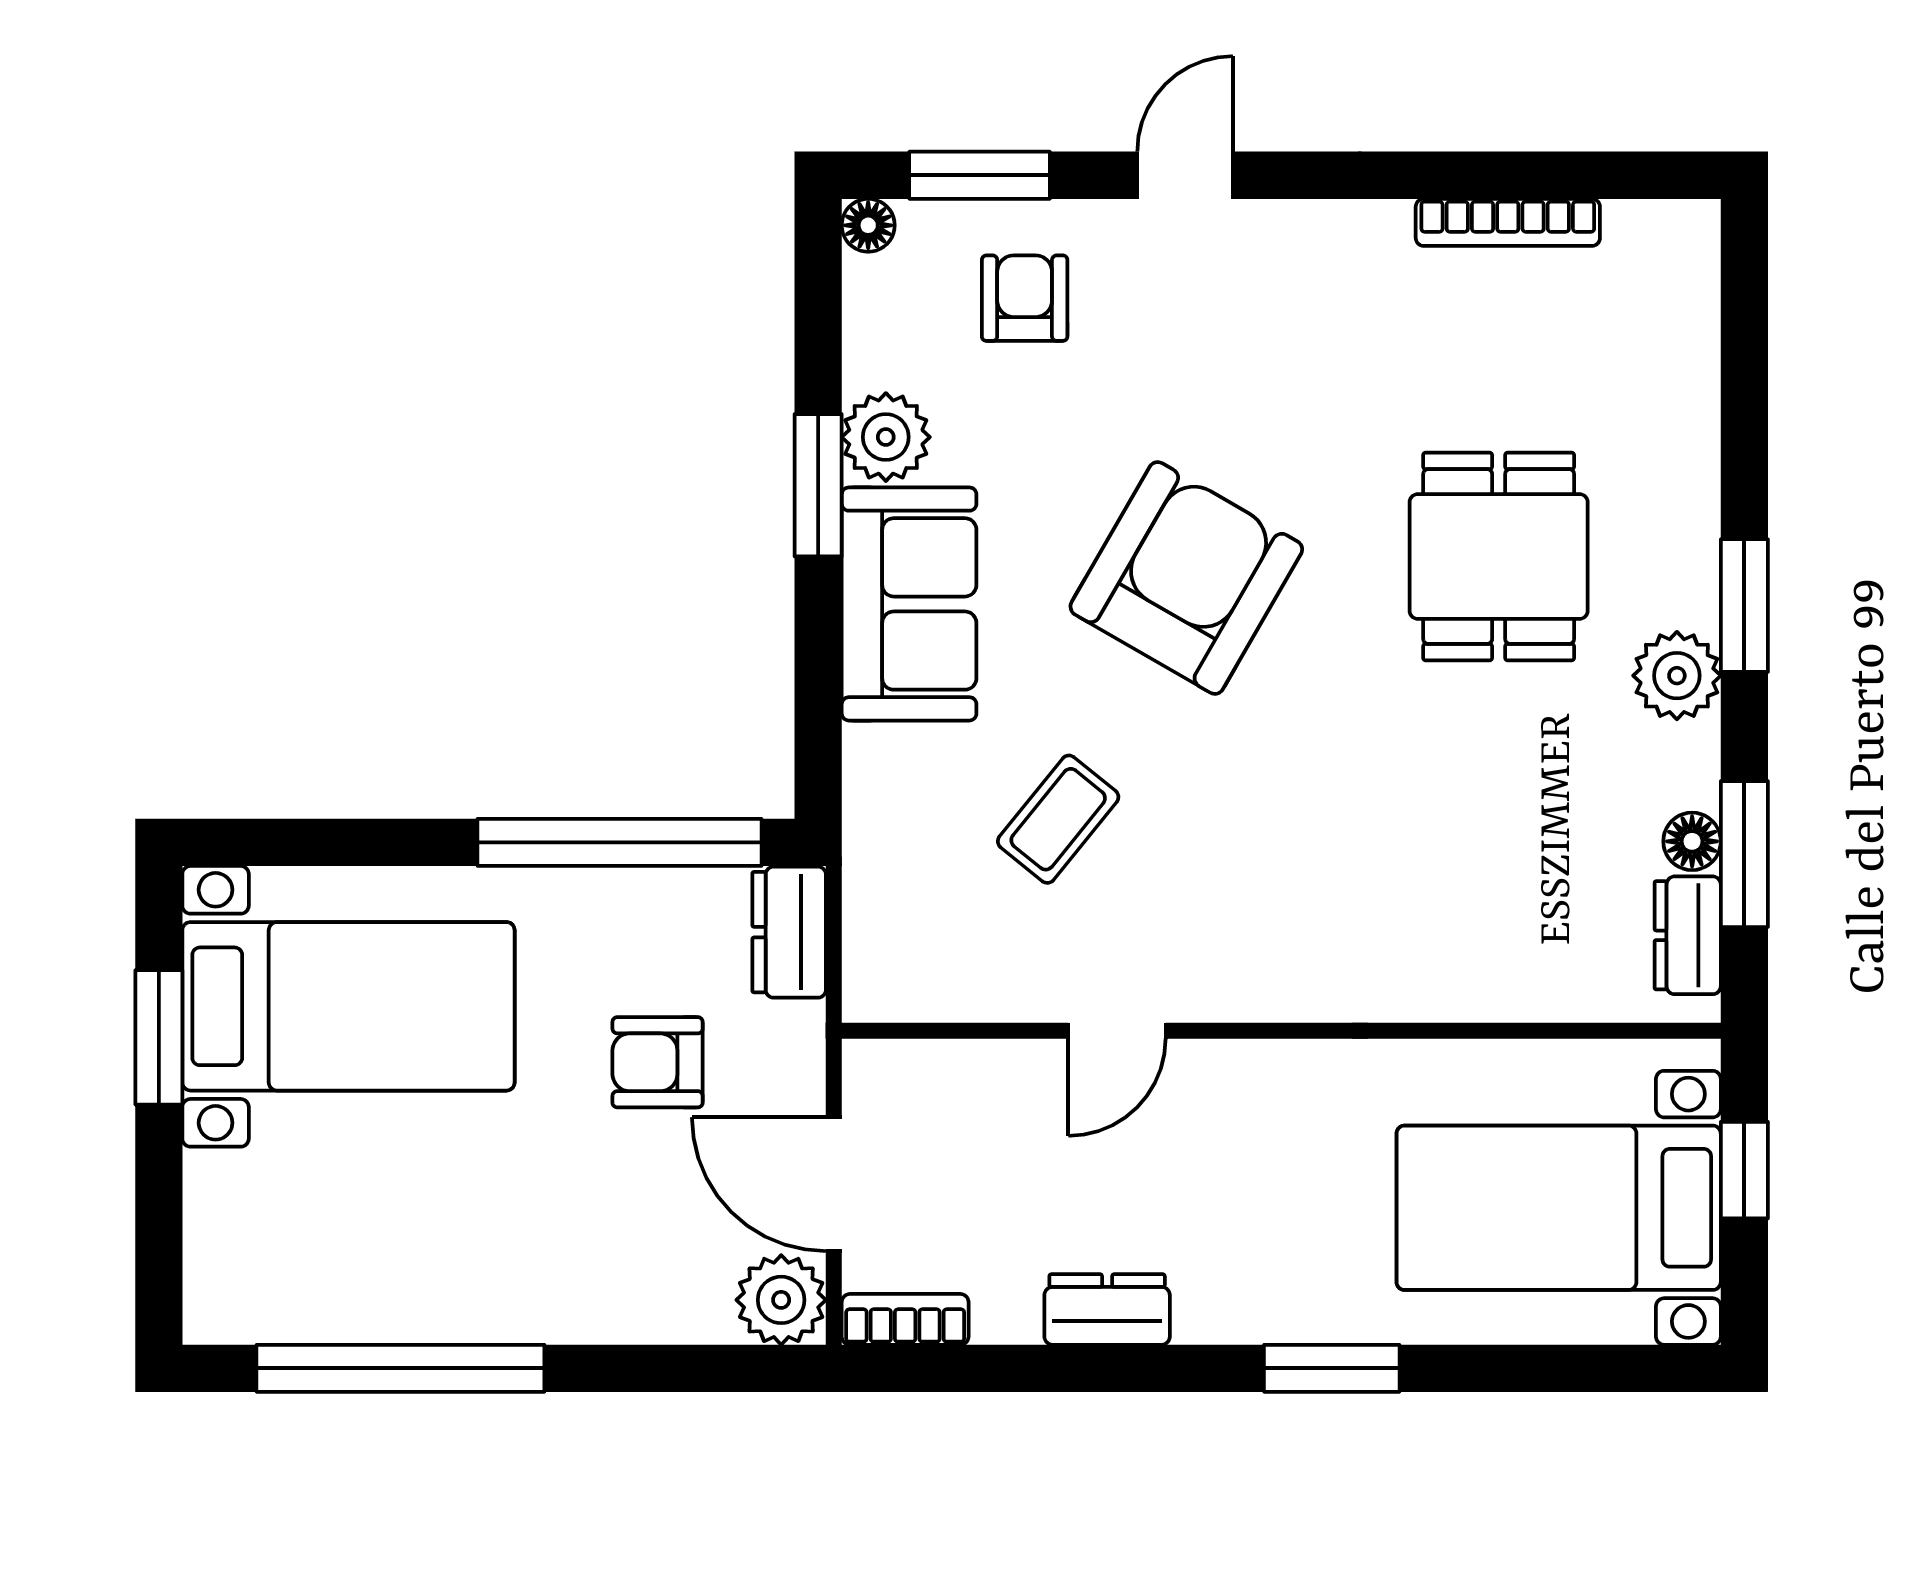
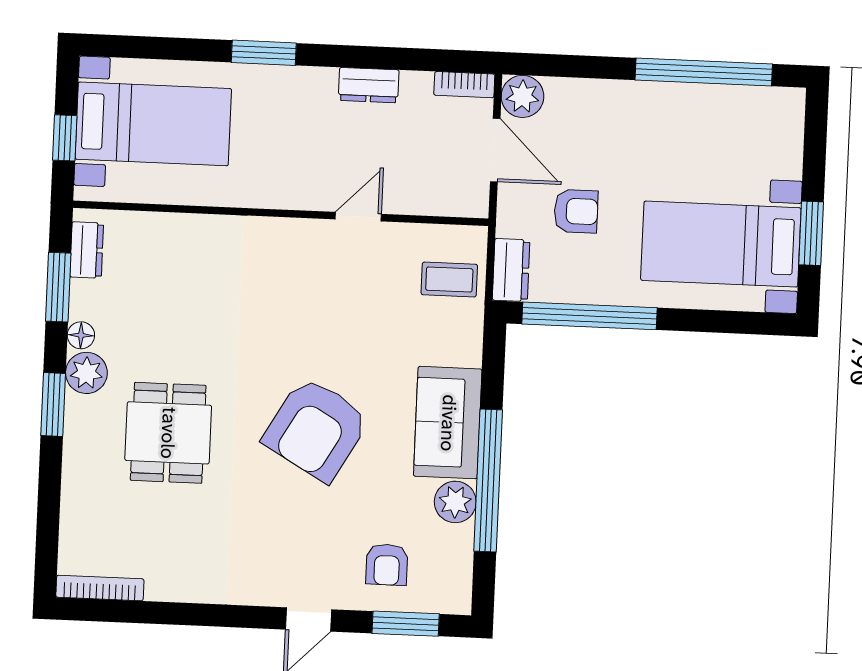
bookcase: (1508, 222) -> (100, 588), moved
floor lamp: (868, 225) -> (459, 602), removed
window: (818, 485) -> (488, 481), width x2.11
coffee table: (1058, 819) -> (449, 279), moved, turned 51
floor lamp: (1692, 841) -> (81, 335), moved

